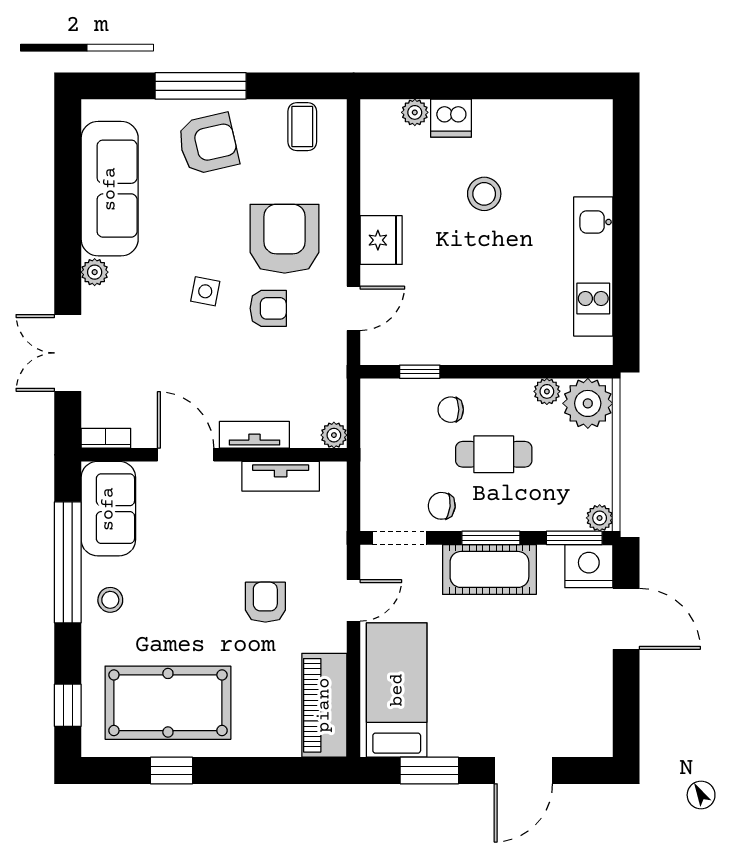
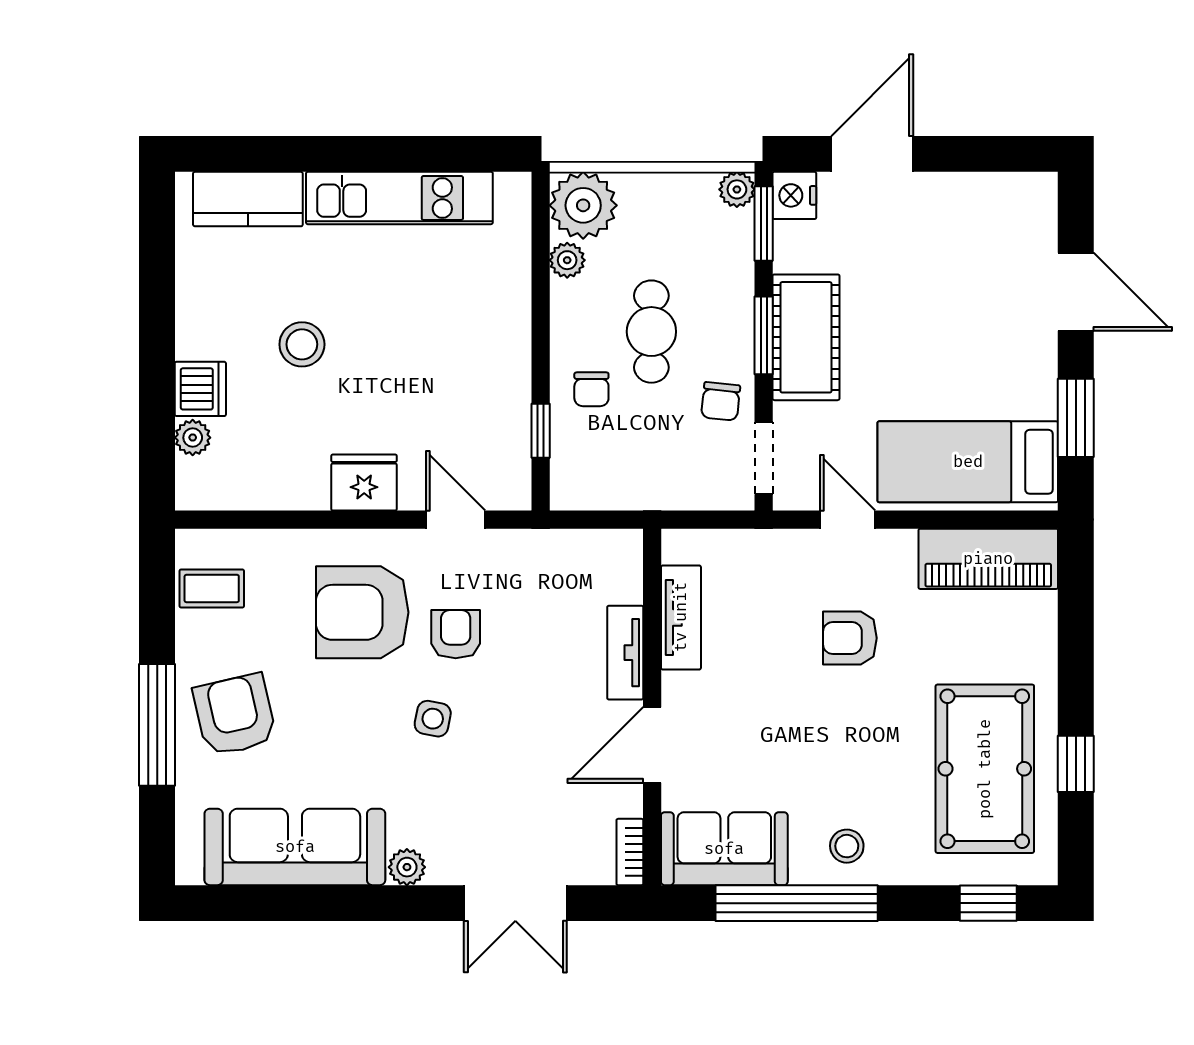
kitchen counter: (592, 154) -> (248, 199), added
plant: (334, 435) -> (626, 546), removed
nightstand: (589, 566) -> (794, 195), width x0.74, depth x0.75

